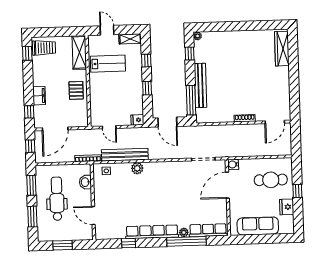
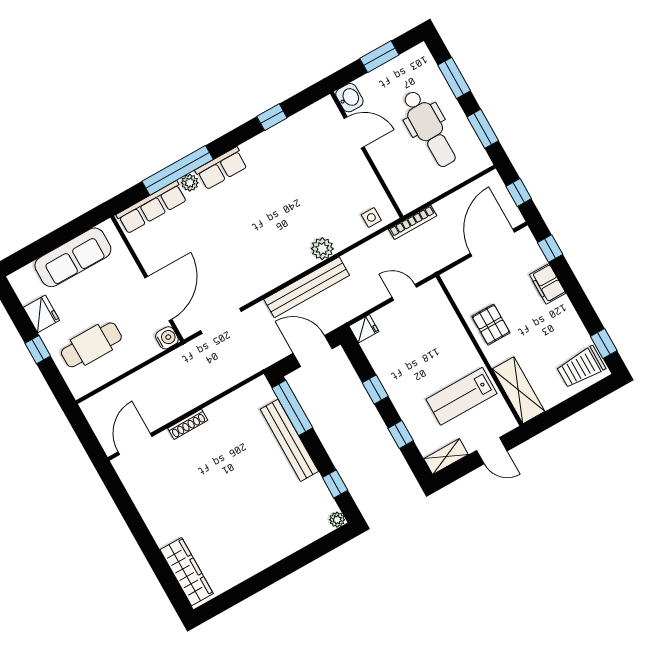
bench: (125, 155) -> (307, 287), moved
washbasin: (85, 182) -> (349, 98), moved
row of seats: (152, 232) -> (221, 168), width x0.50

